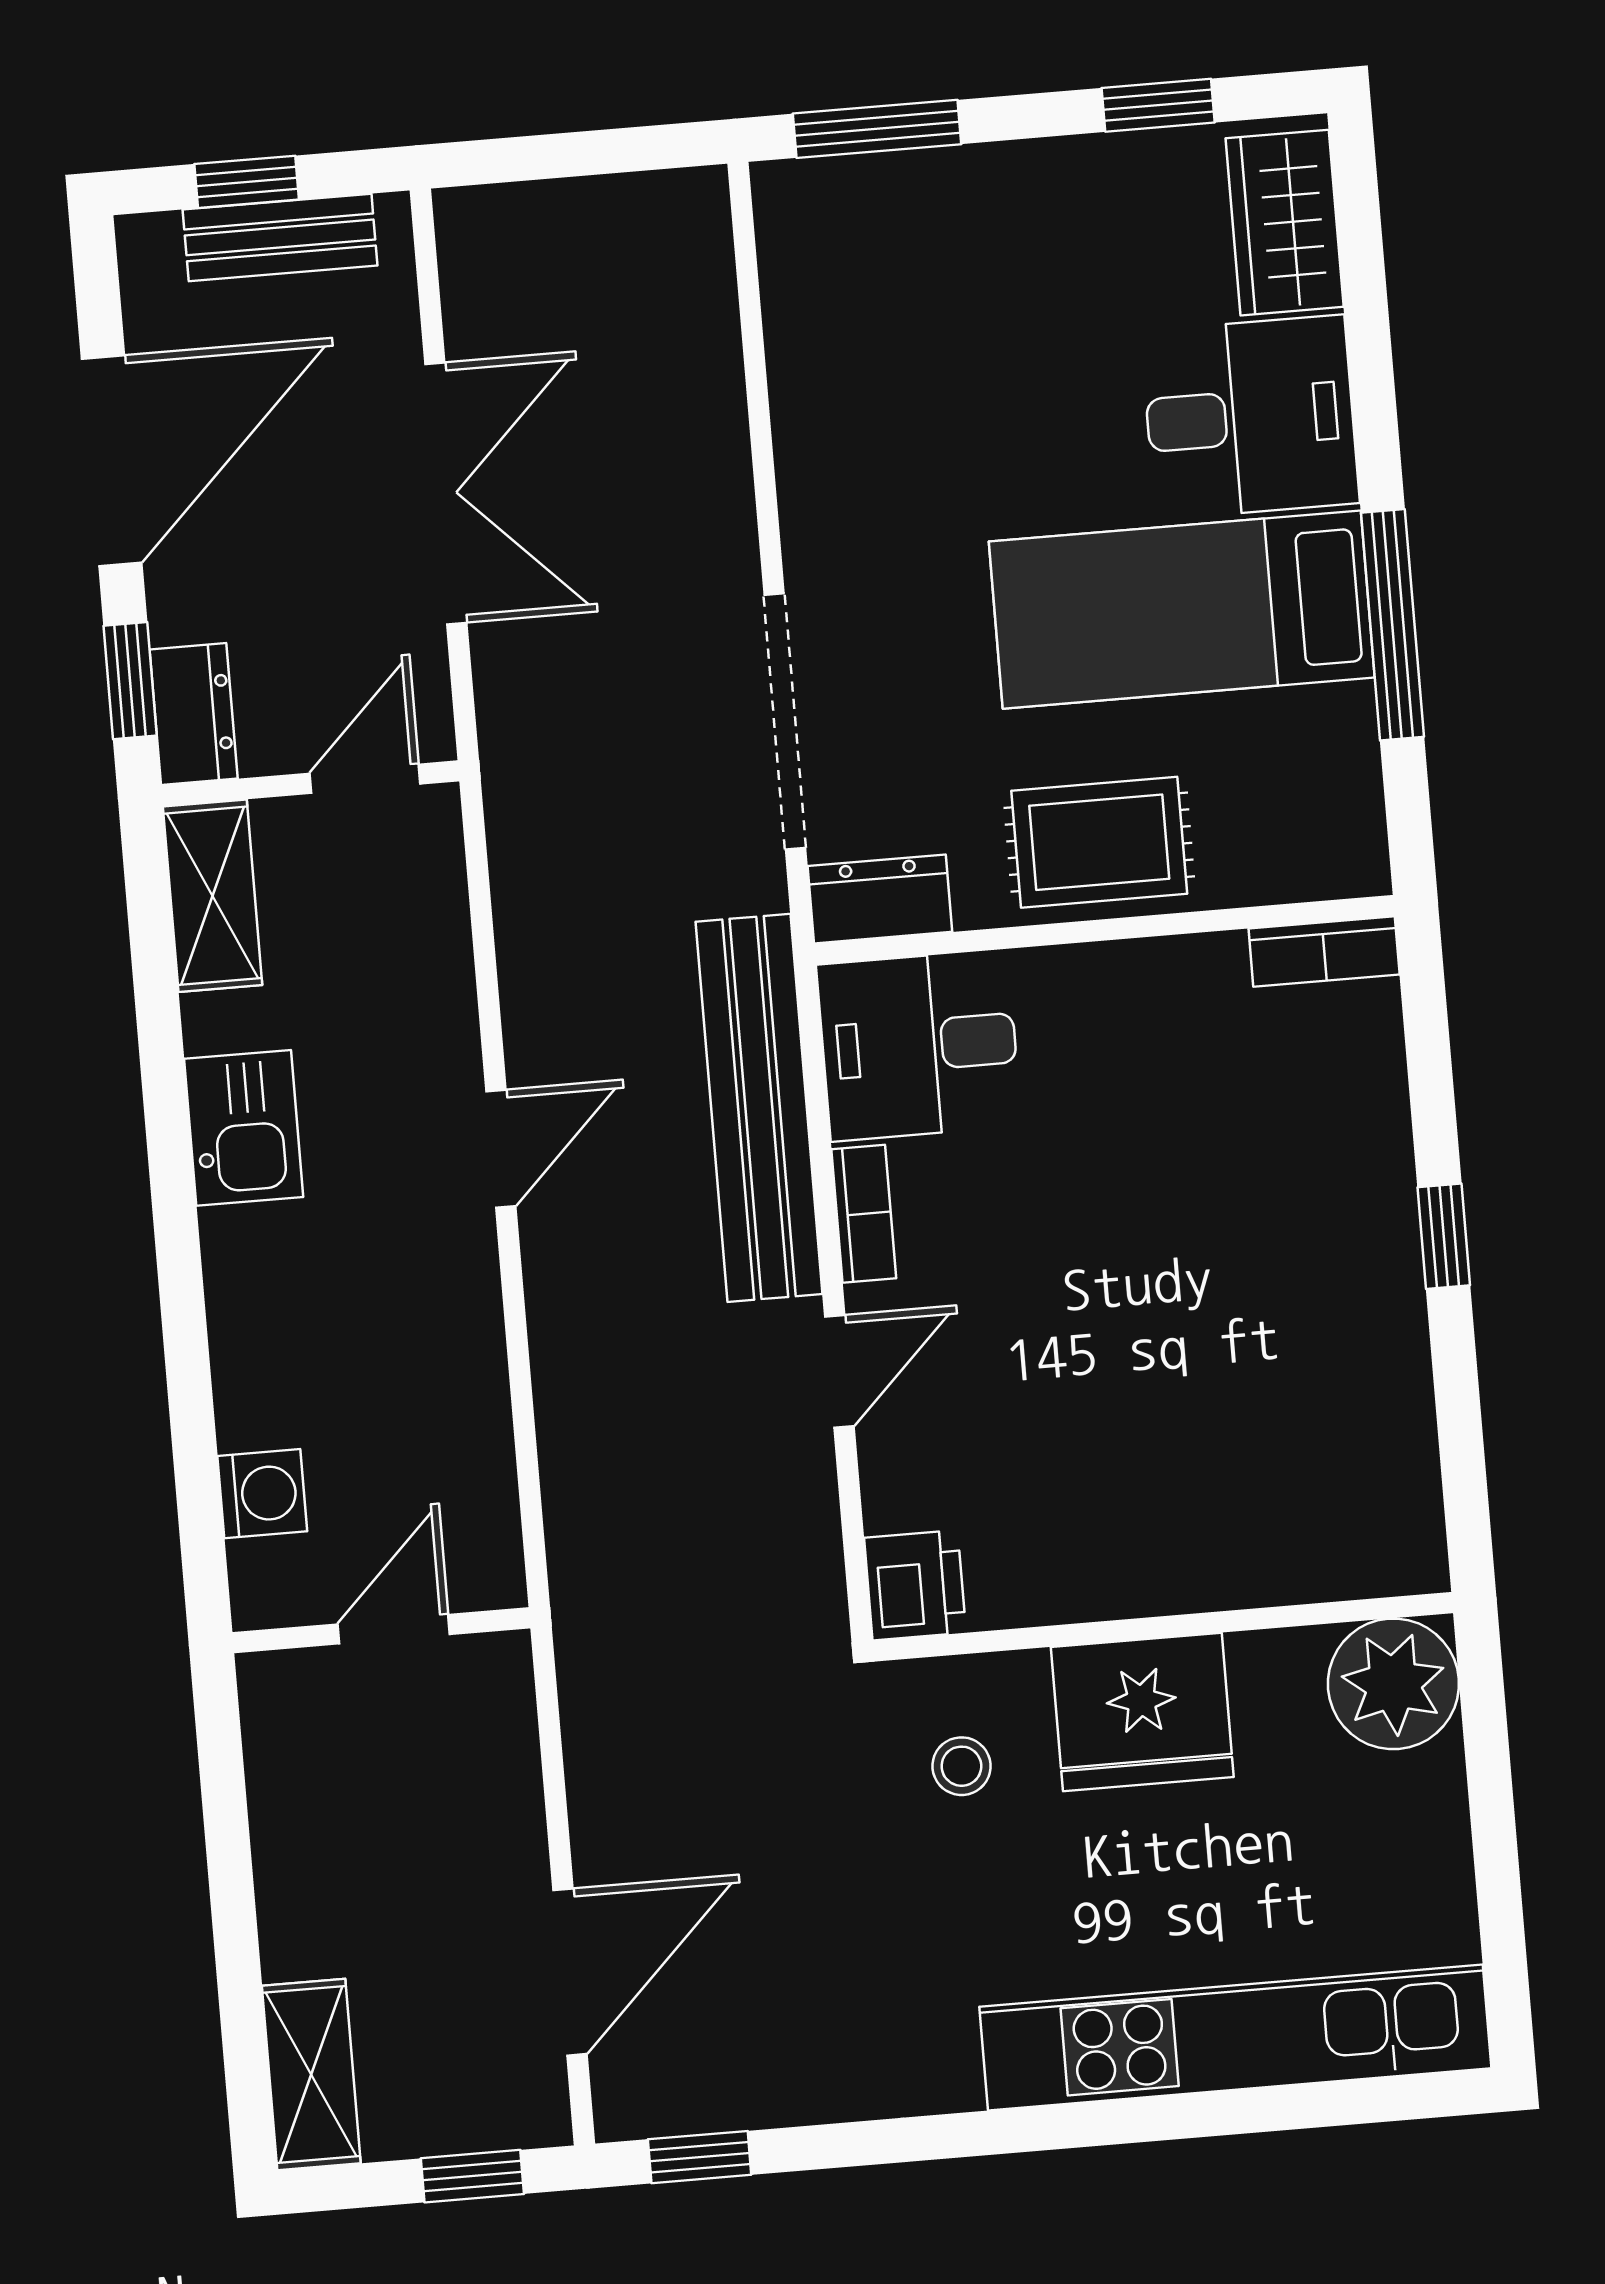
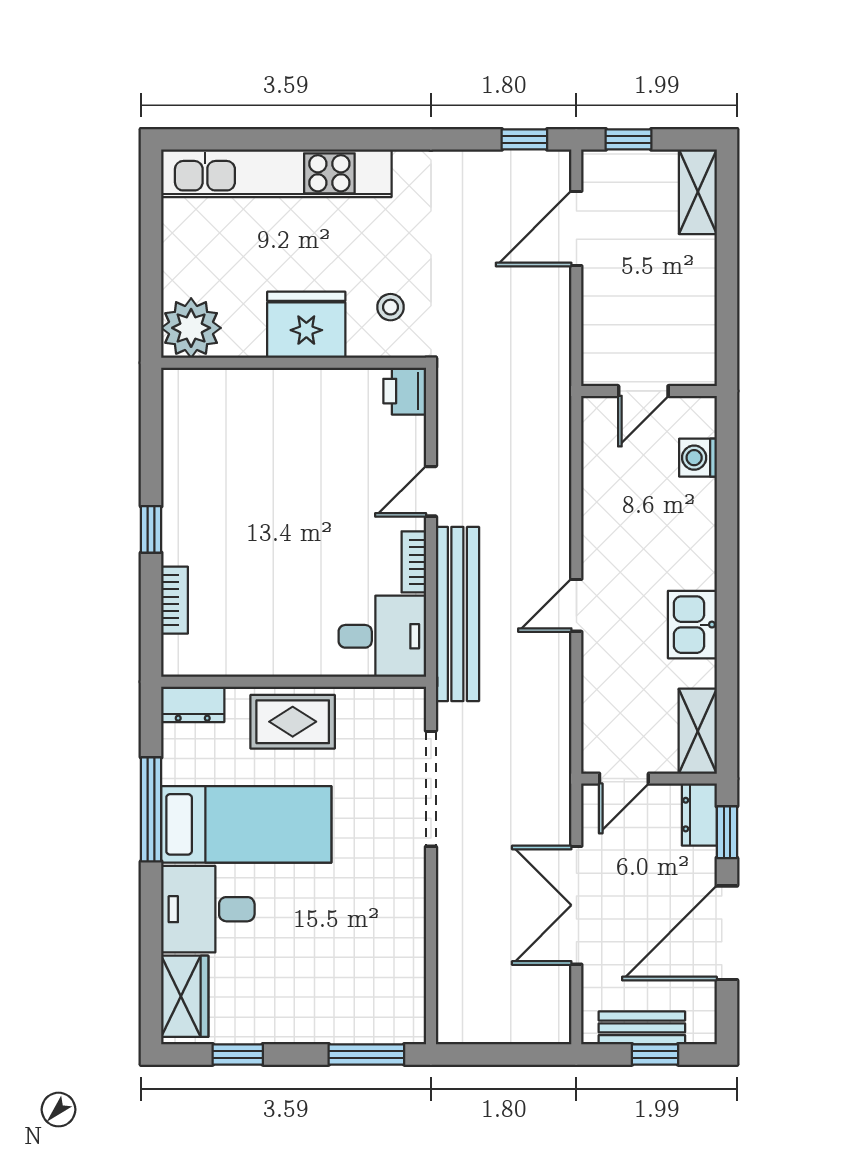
dresser: (880, 899) -> (193, 704), moved
bookcase: (1324, 951) -> (175, 600), moved, turned 90

